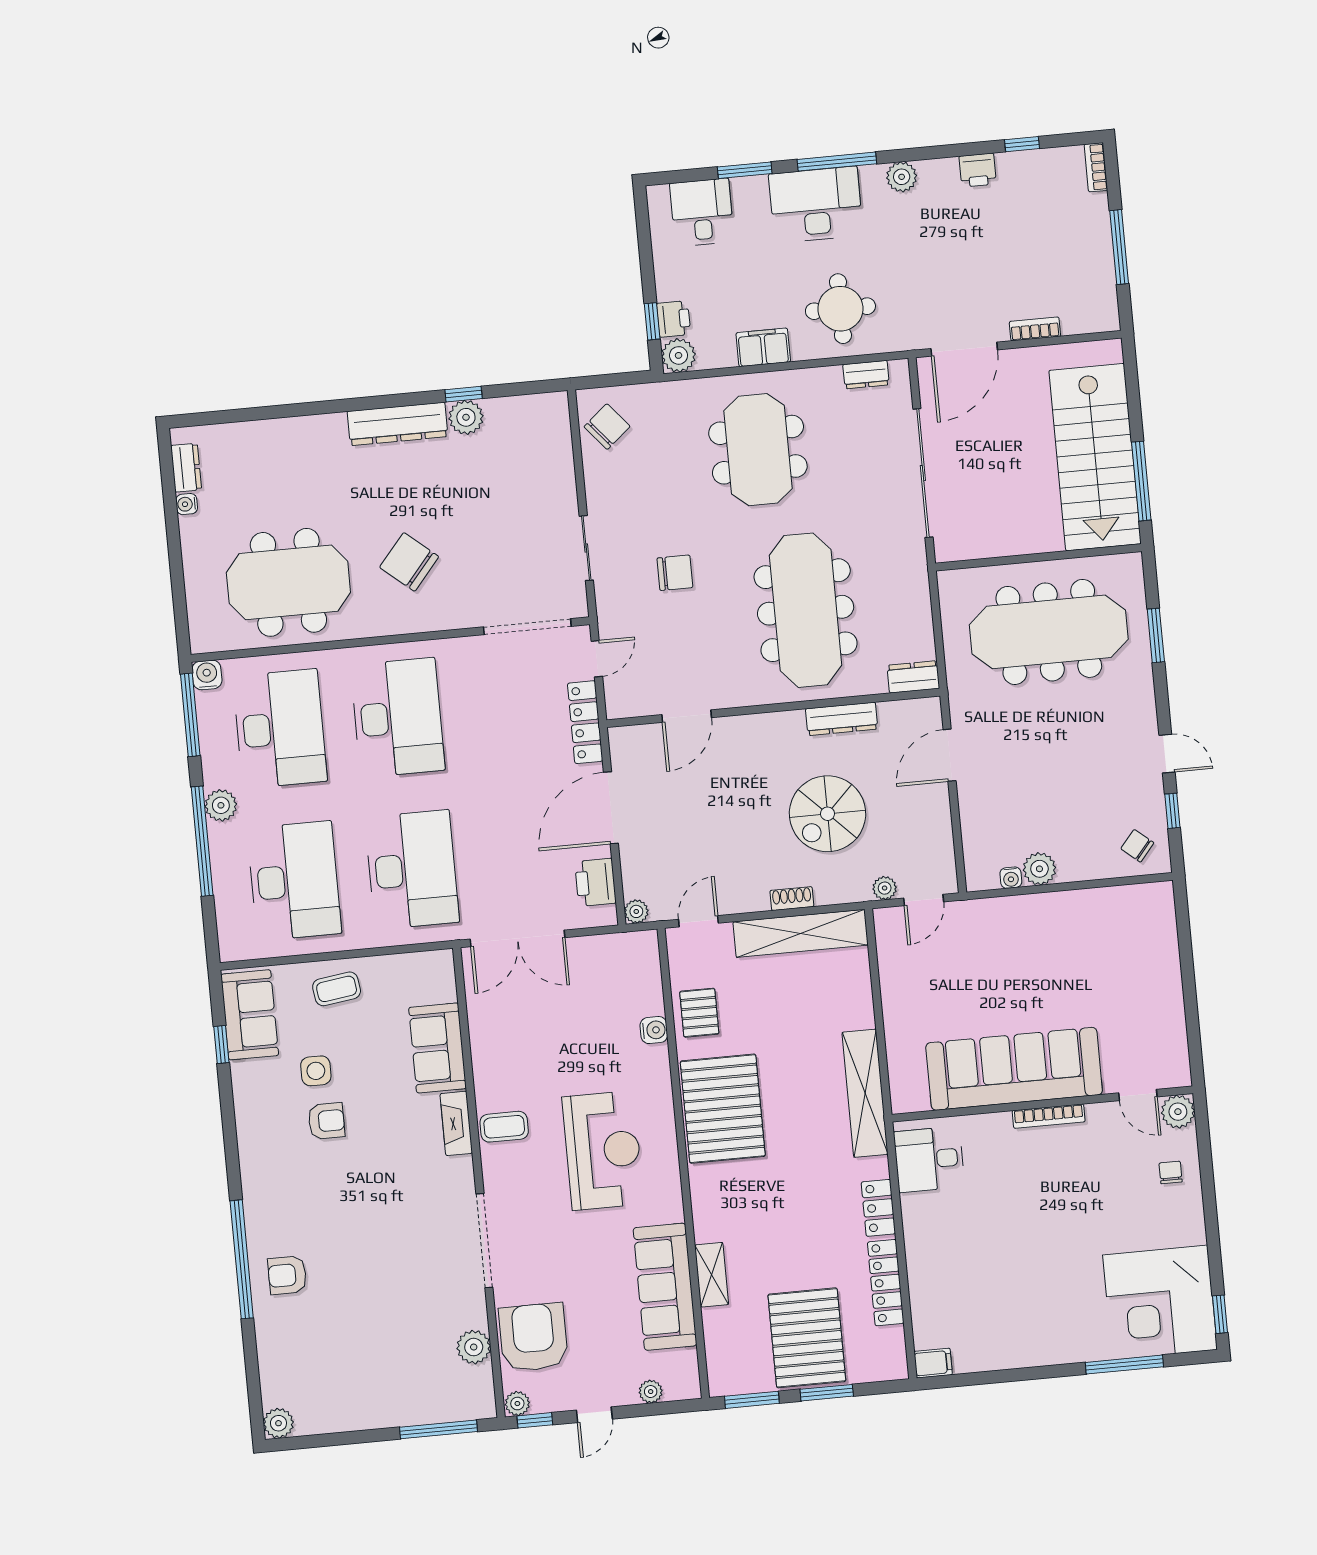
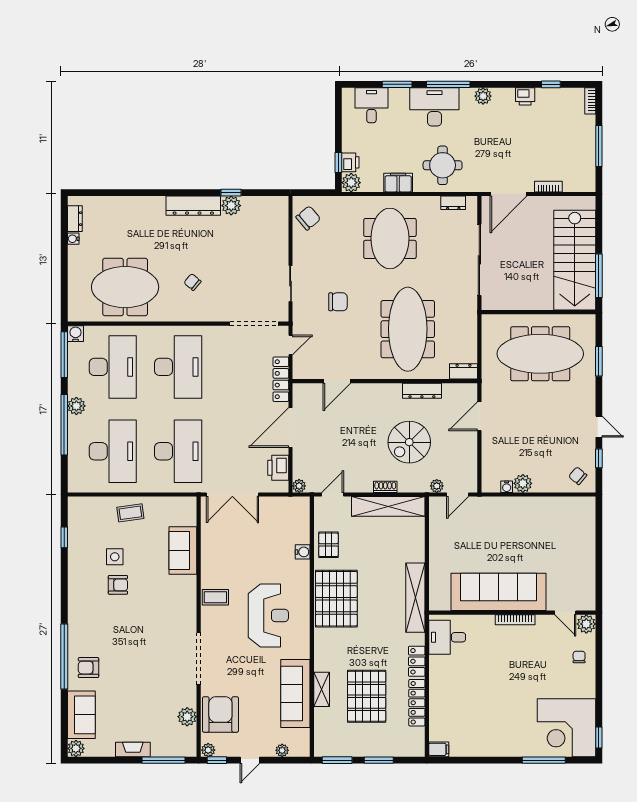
chair: (409, 562) -> (192, 282), width x0.54, depth x0.54
sofa: (250, 1015) -> (81, 715), moved
fireplace: (456, 1123) -> (133, 749), moved, turned 90
pallet: (807, 1338) -> (367, 696), moved

